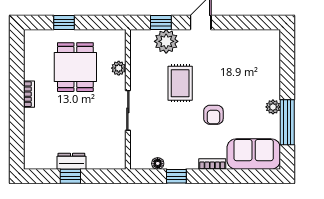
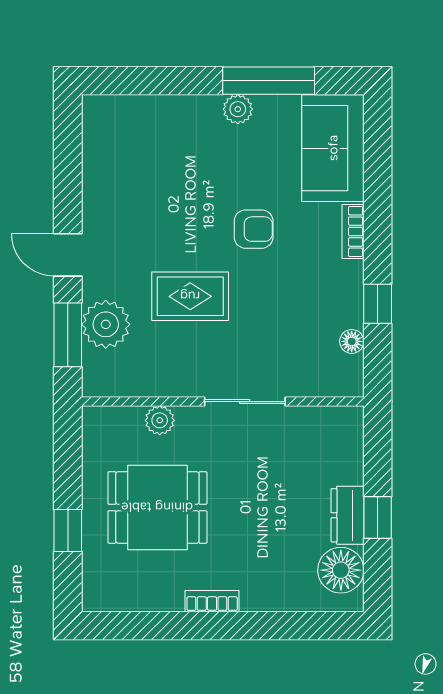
window: (161, 23) -> (68, 335), width x1.50
floor lamp: (44, 158) -> (341, 570), added

